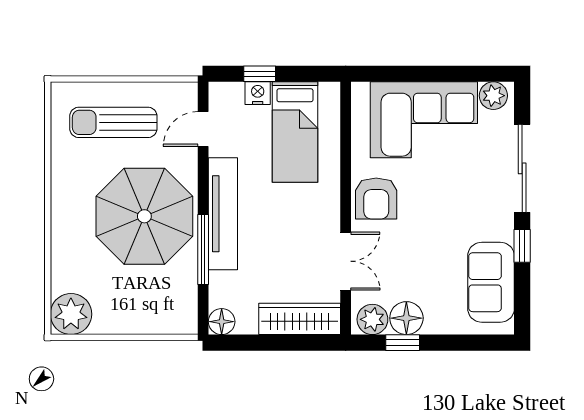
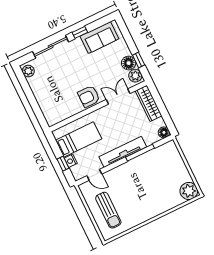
corner sofa: (424, 120) -> (50, 93), removed
armchair: (376, 198) -> (89, 96), turned 180
parasol: (144, 216) -> (138, 181), removed

